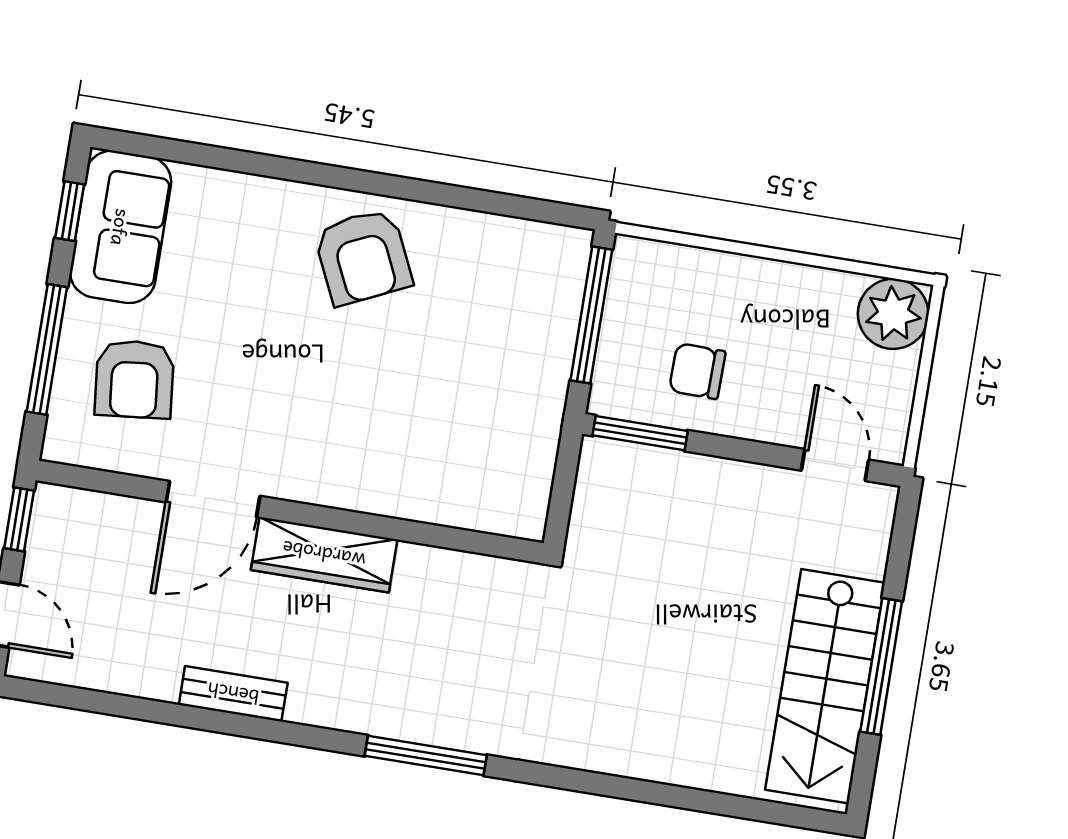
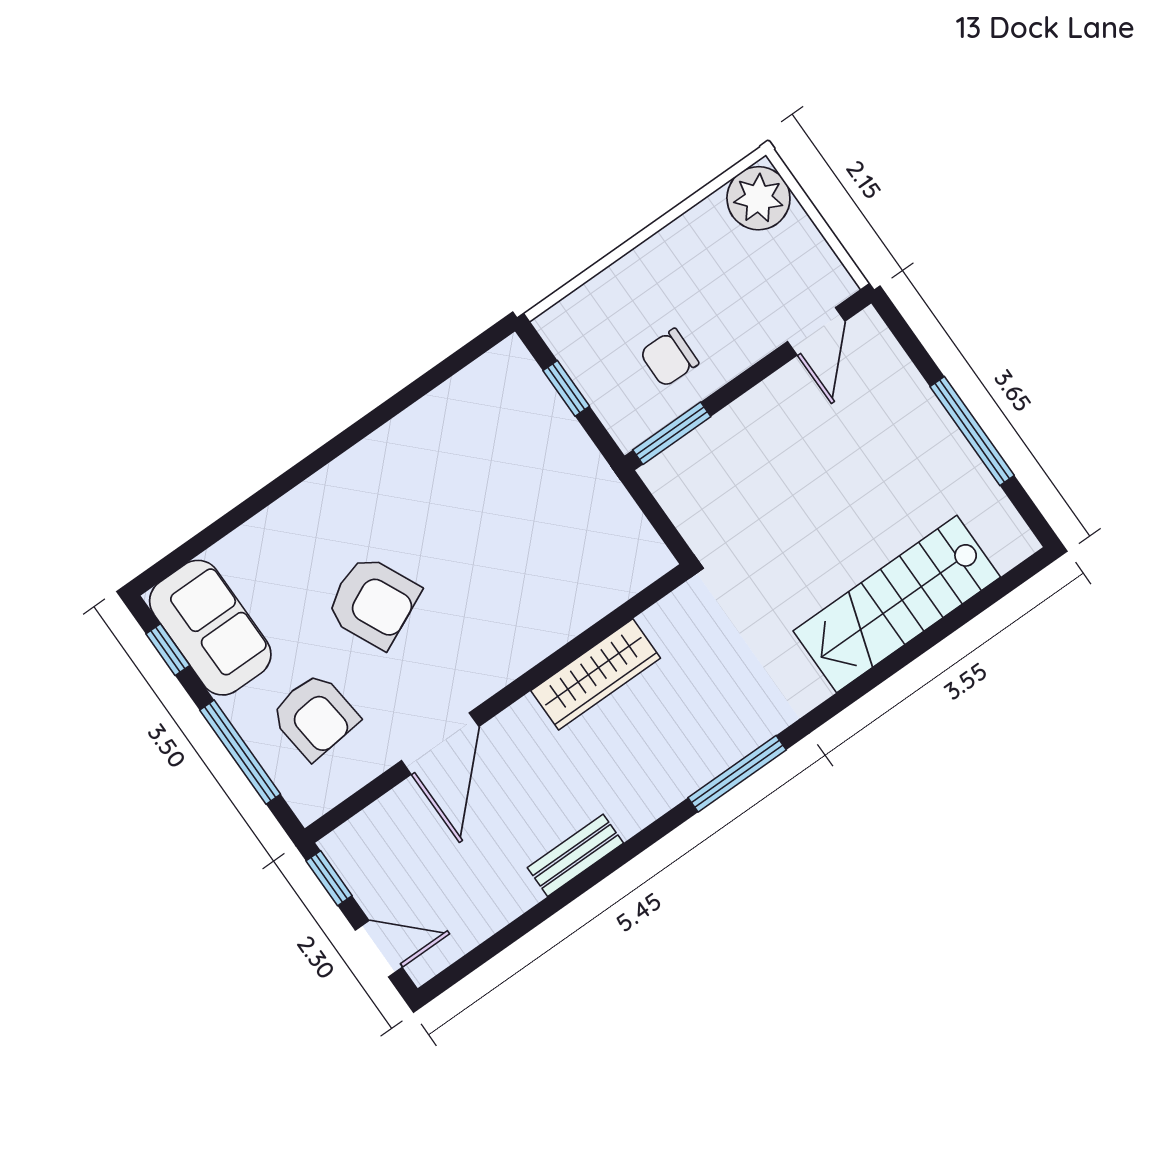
armchair: (363, 257) -> (373, 602), moved
window: (591, 315) -> (566, 388), width x0.46
door: (835, 465) -> (816, 331), swing flipped
wardrobe: (324, 555) -> (596, 674), moved
stairs: (825, 686) -> (897, 604), moved, turned 90

